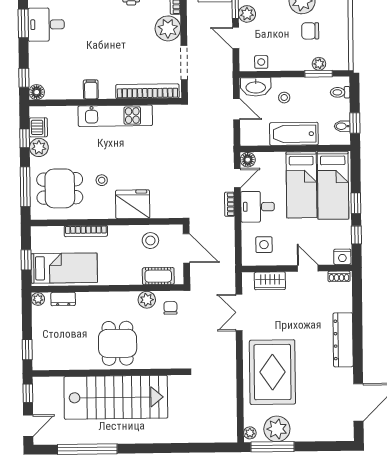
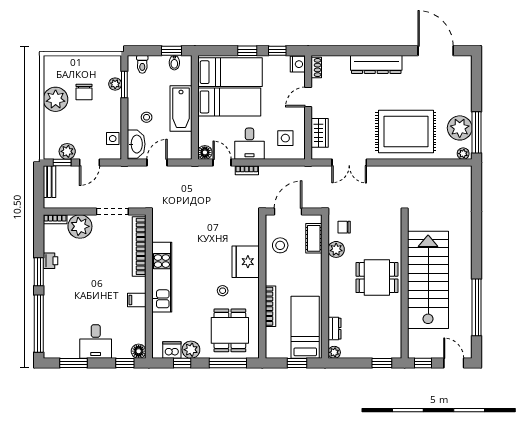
desk: (46, 25) -> (96, 341), moved

